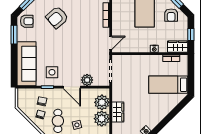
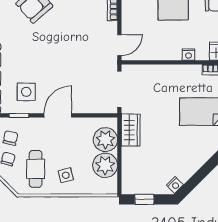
plant: (87, 80) -> (82, 104), removed
door: (72, 87) -> (58, 115), swing flipped
wardrobe: (118, 112) -> (131, 130), moved

